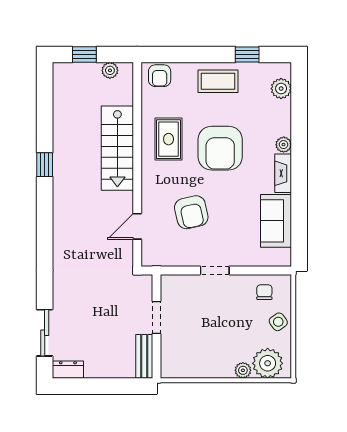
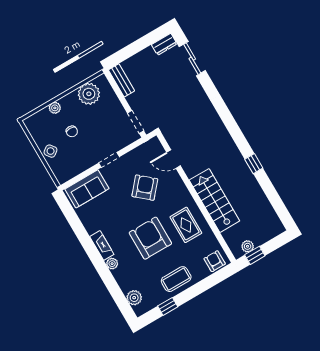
window: (84, 55) -> (255, 255), moved
armchair: (191, 212) -> (145, 188), turned 54
sofa: (276, 221) -> (87, 189), moved, turned 90
door: (137, 226) -> (174, 159), swing flipped
chair: (264, 292) -> (72, 131), moved
doorway: (156, 317) -> (136, 122), moved
plant: (268, 363) -> (89, 94), moved

